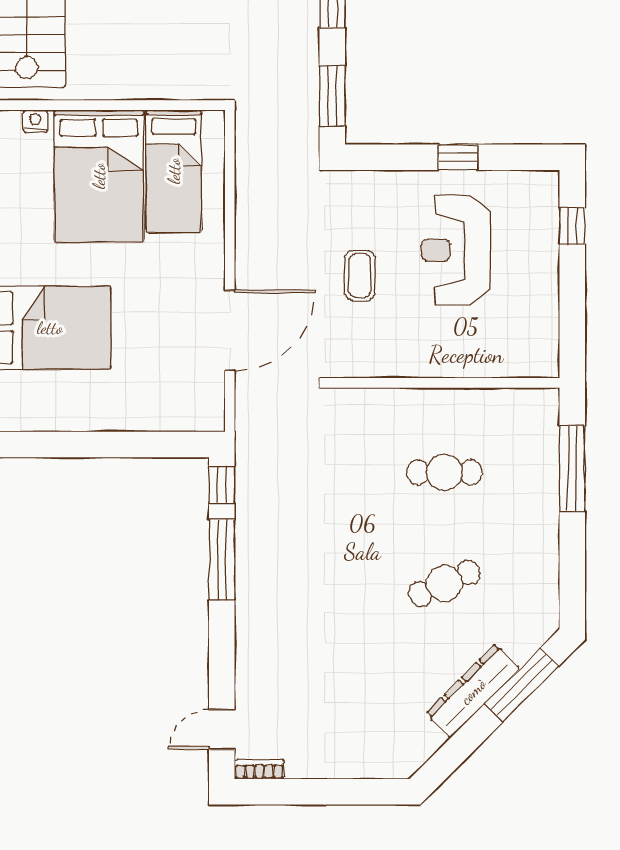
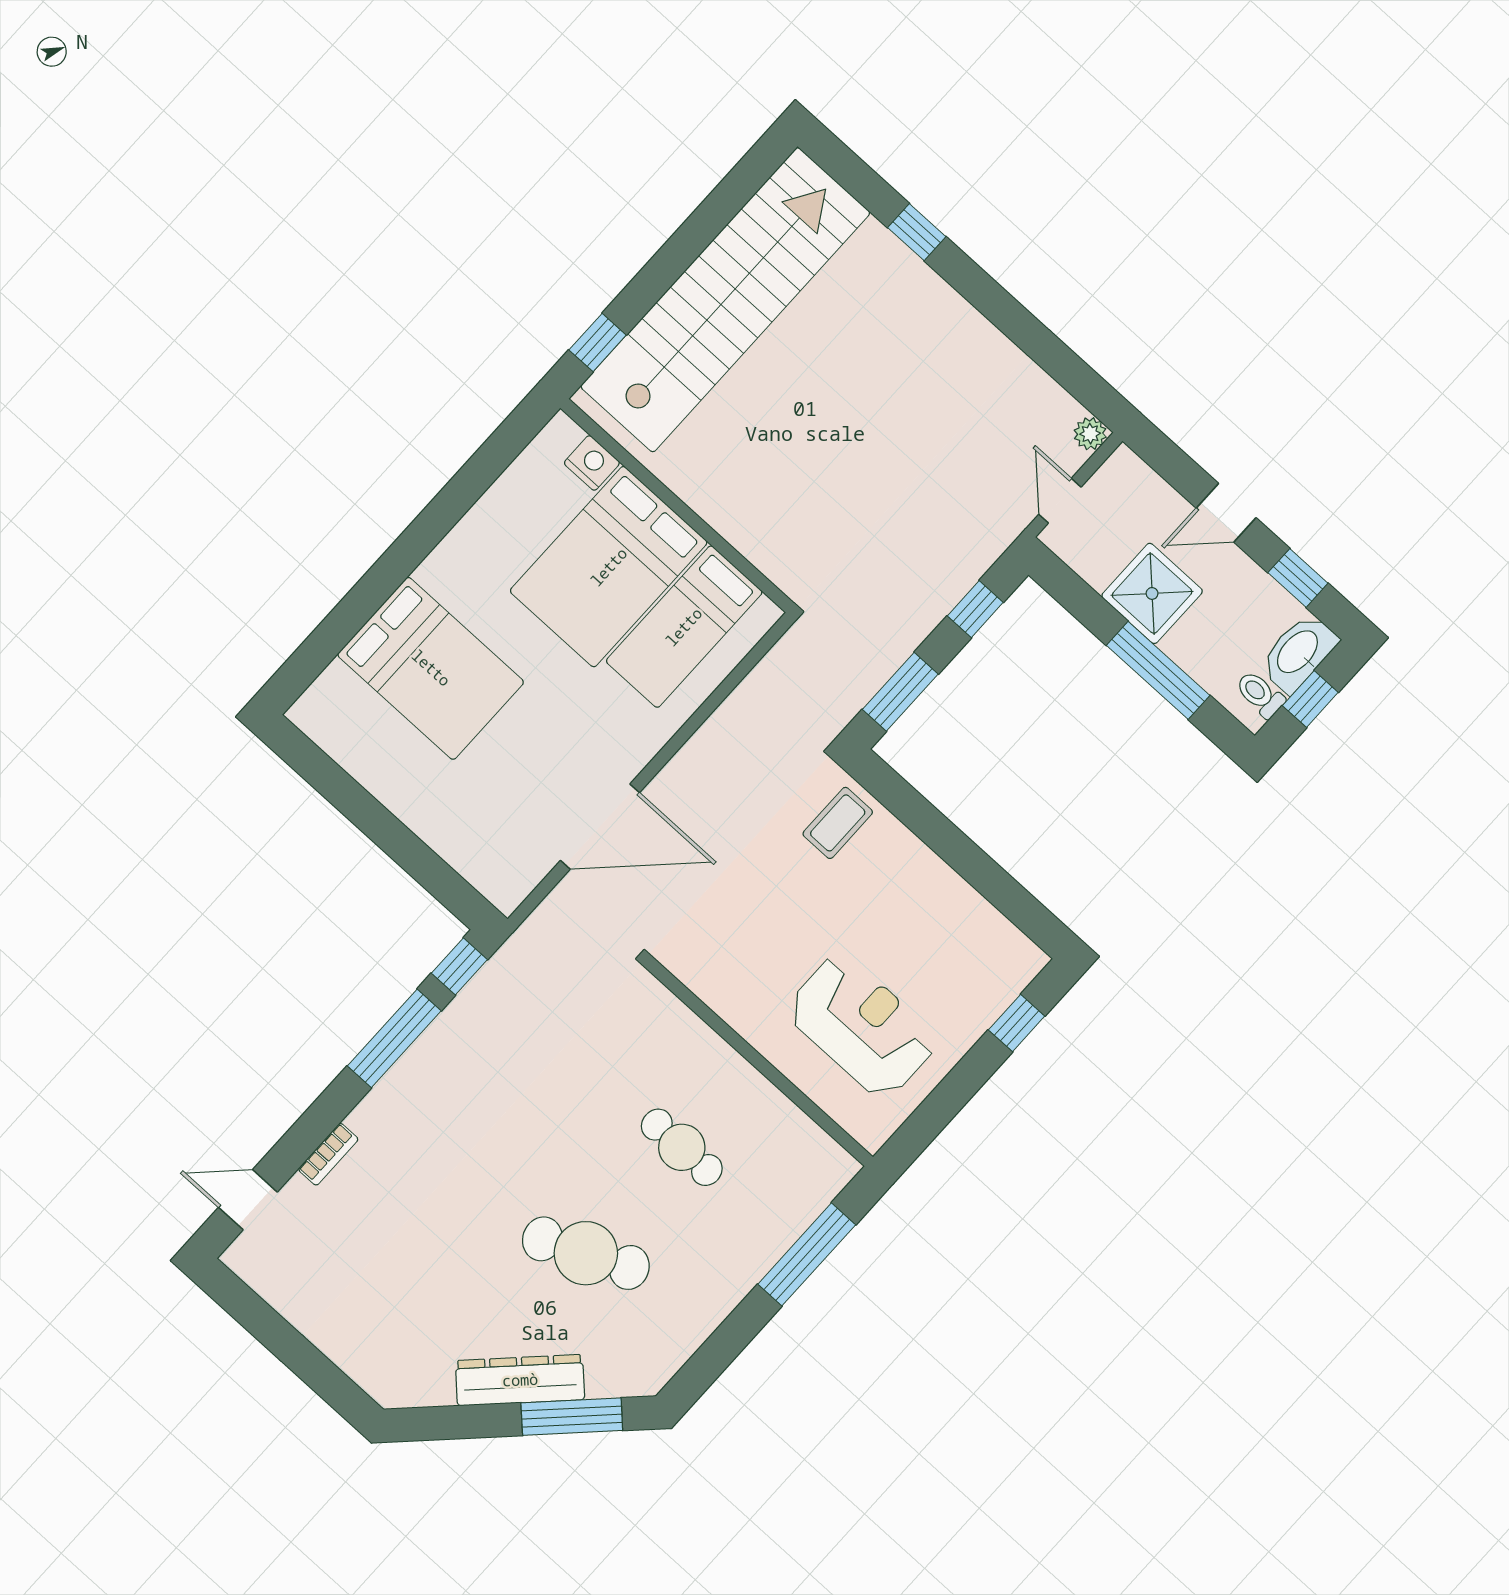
nightstand: (35, 121) -> (592, 463), width x1.39, depth x1.35
window: (458, 157) -> (967, 859), removed
reception desk: (456, 250) -> (862, 1026), moved, turned 90
coffee table: (360, 276) -> (838, 823), moved
cafe table: (444, 583) -> (586, 1253), width x1.37, depth x1.35
bookcase: (259, 769) -> (328, 1154), moved, turned 90

